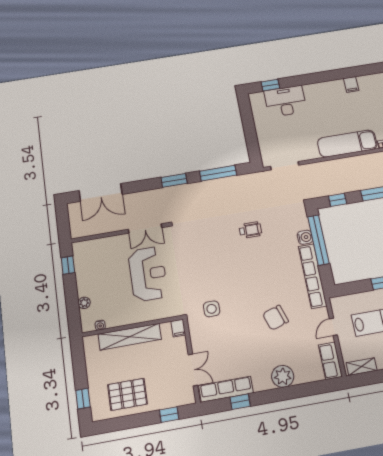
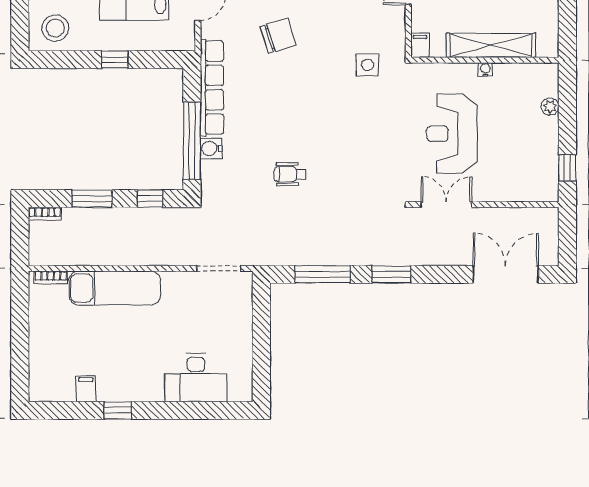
window: (270, 85) -> (118, 410), moved
water cooler: (100, 325) -> (485, 69), moved

